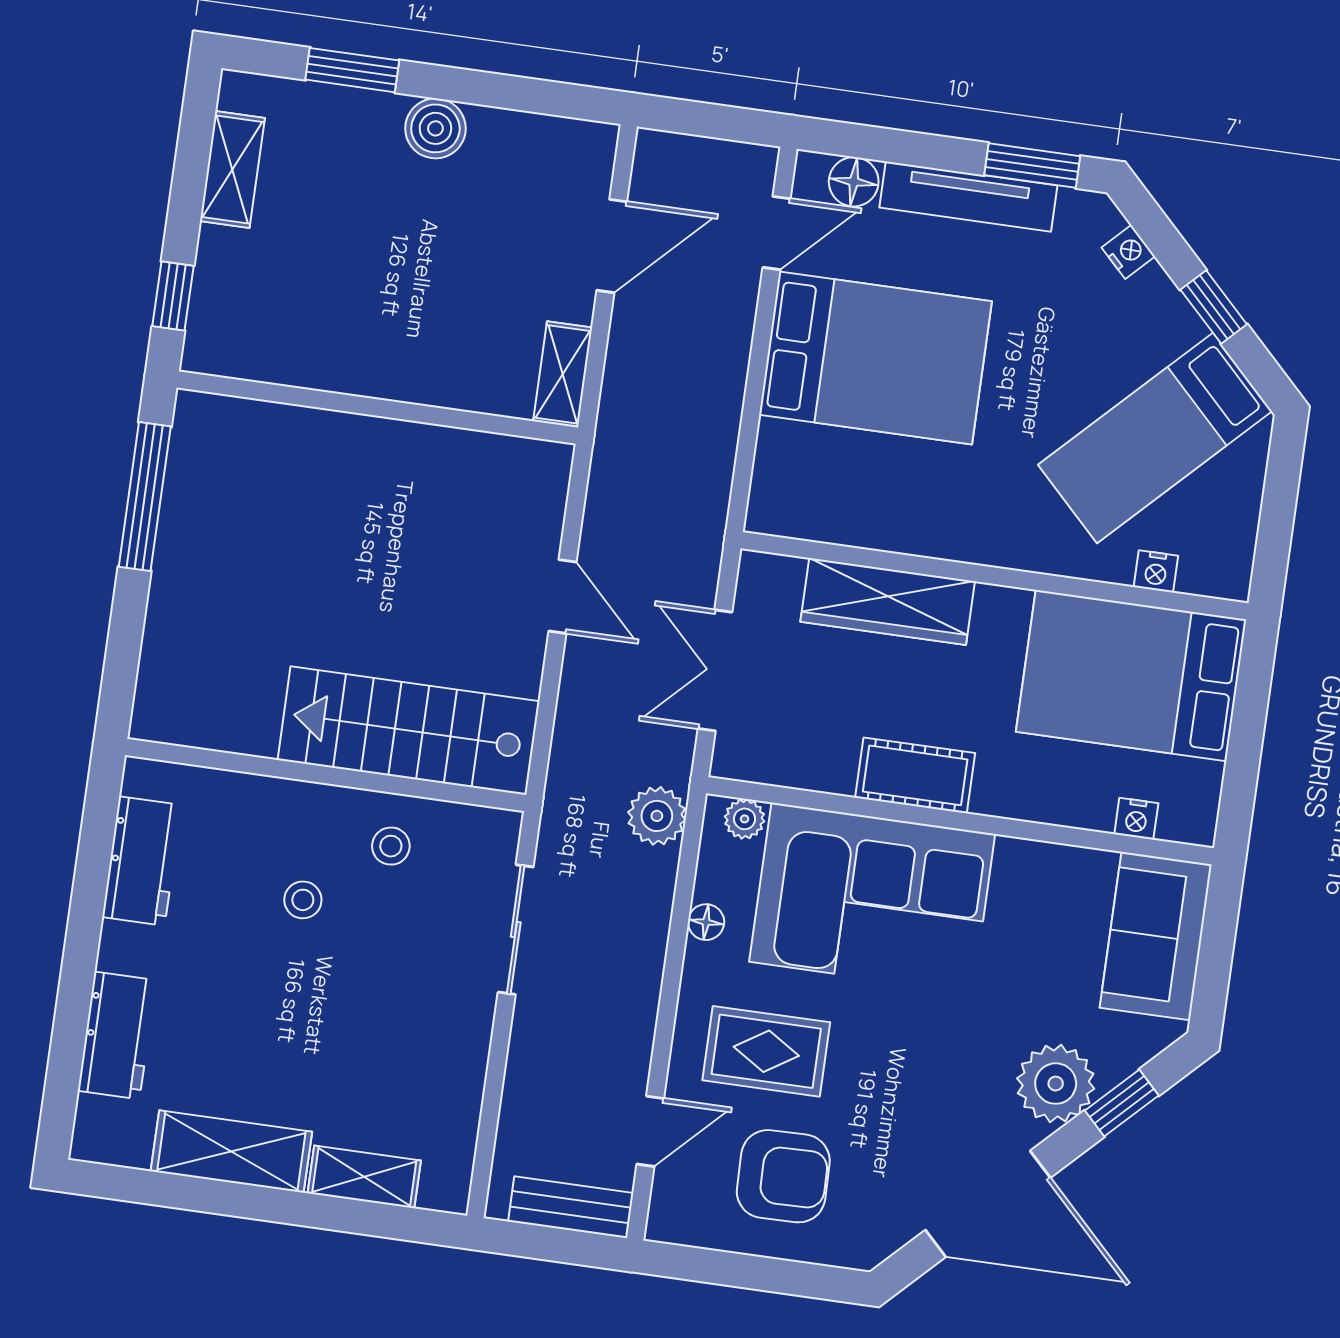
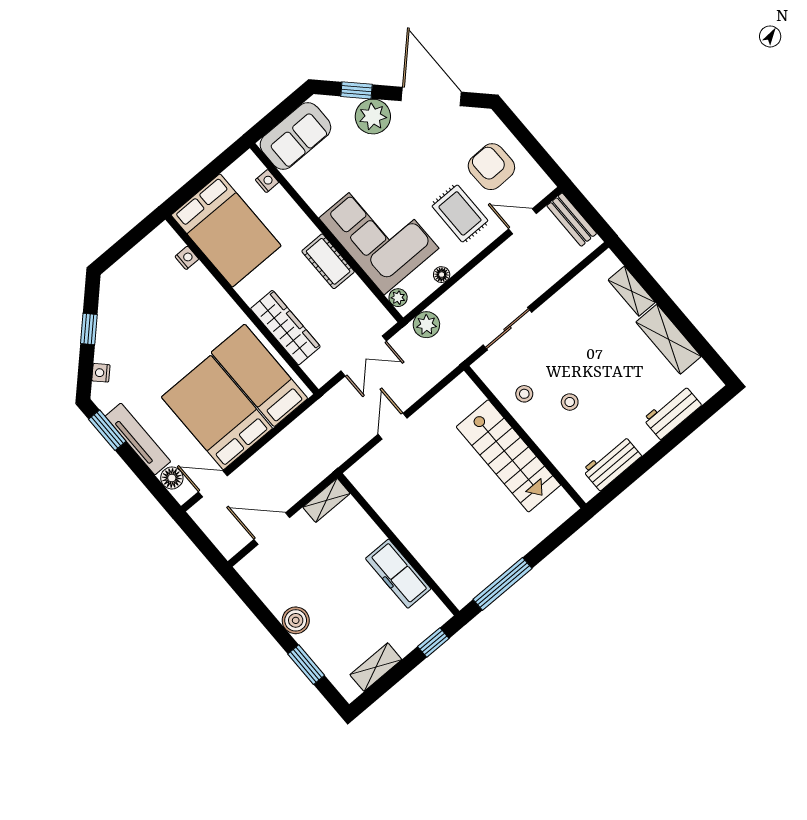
freezer: (334, 359) -> (398, 574), added
bed: (1155, 438) -> (259, 375), moved, turned -135
stairs: (409, 731) -> (508, 456), moved

